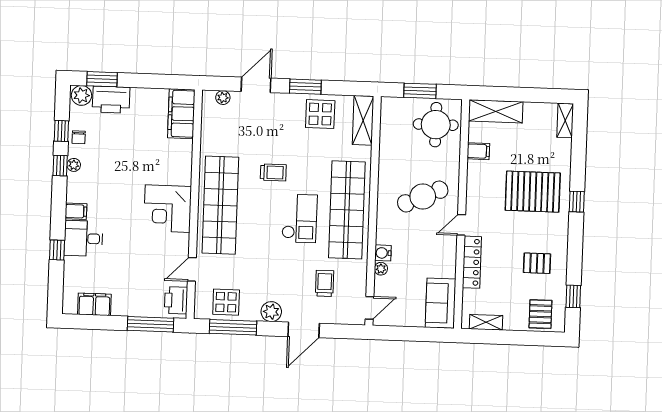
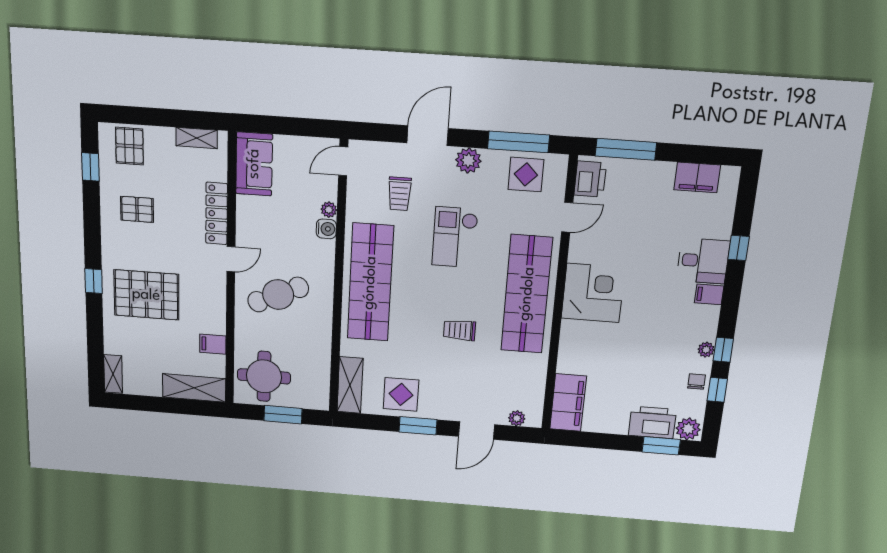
checkout: (300, 218) -> (455, 237), moved

